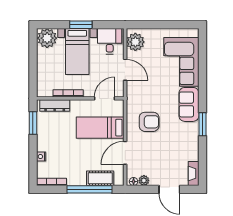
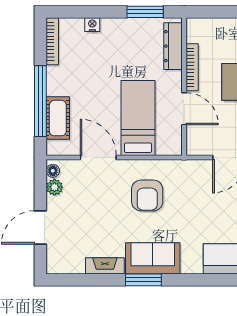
door: (104, 98) -> (184, 109), moved
sofa: (189, 104) -> (153, 258), moved
fireplace: (194, 173) -> (105, 266), moved

